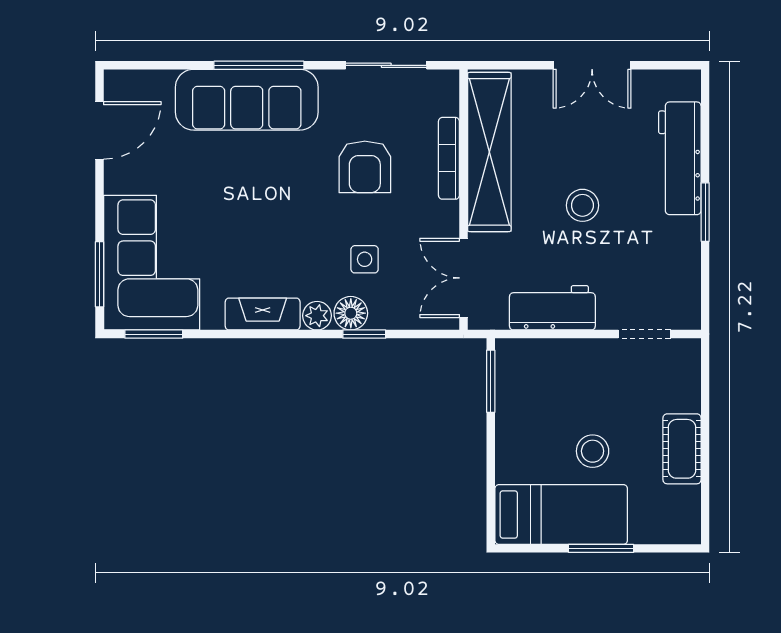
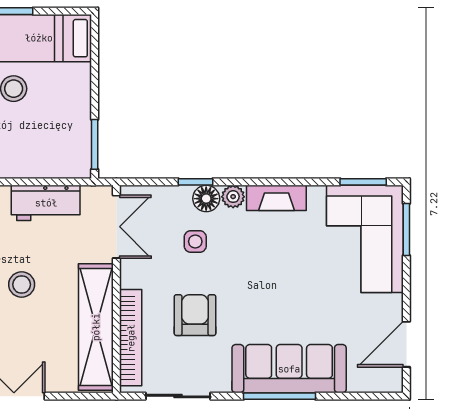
bookcase: (449, 158) -> (131, 338), width x1.48, depth x1.31

